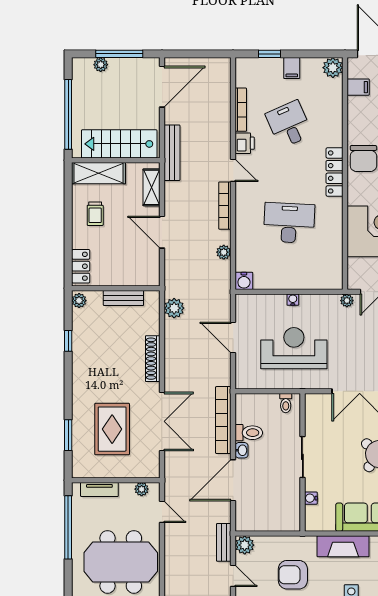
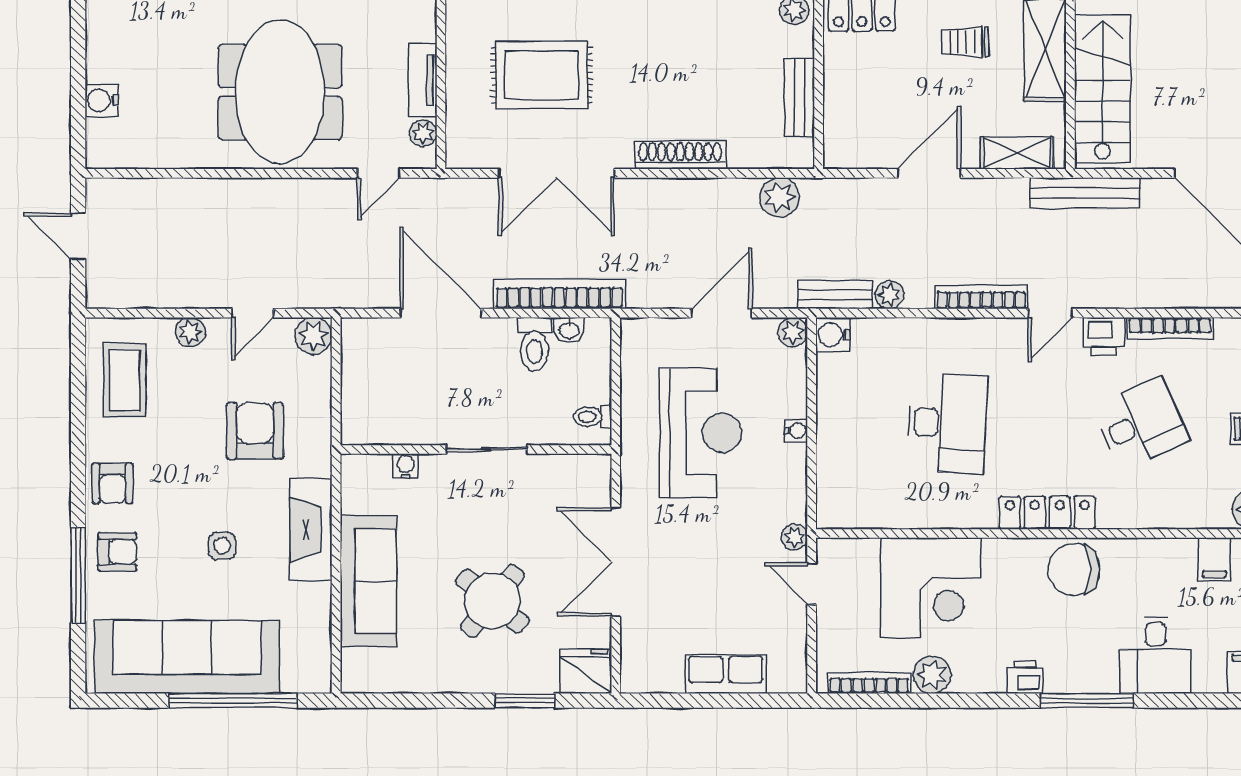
plant: (243, 301) -> (793, 332), added
washbasin: (242, 450) -> (569, 330), moved
tv unit: (99, 489) -> (423, 80), moved
bench: (224, 542) -> (835, 295), moved

